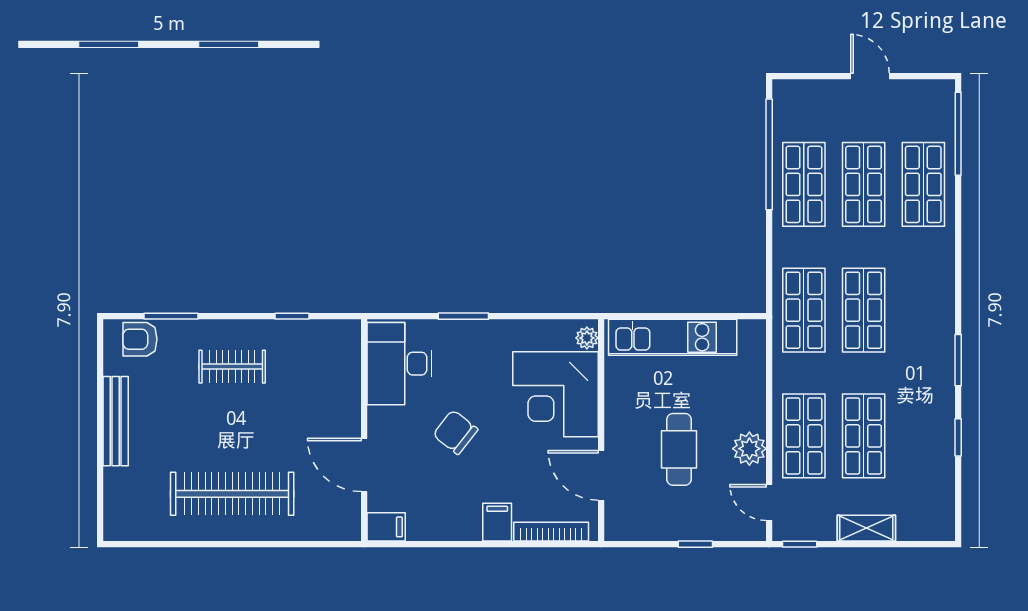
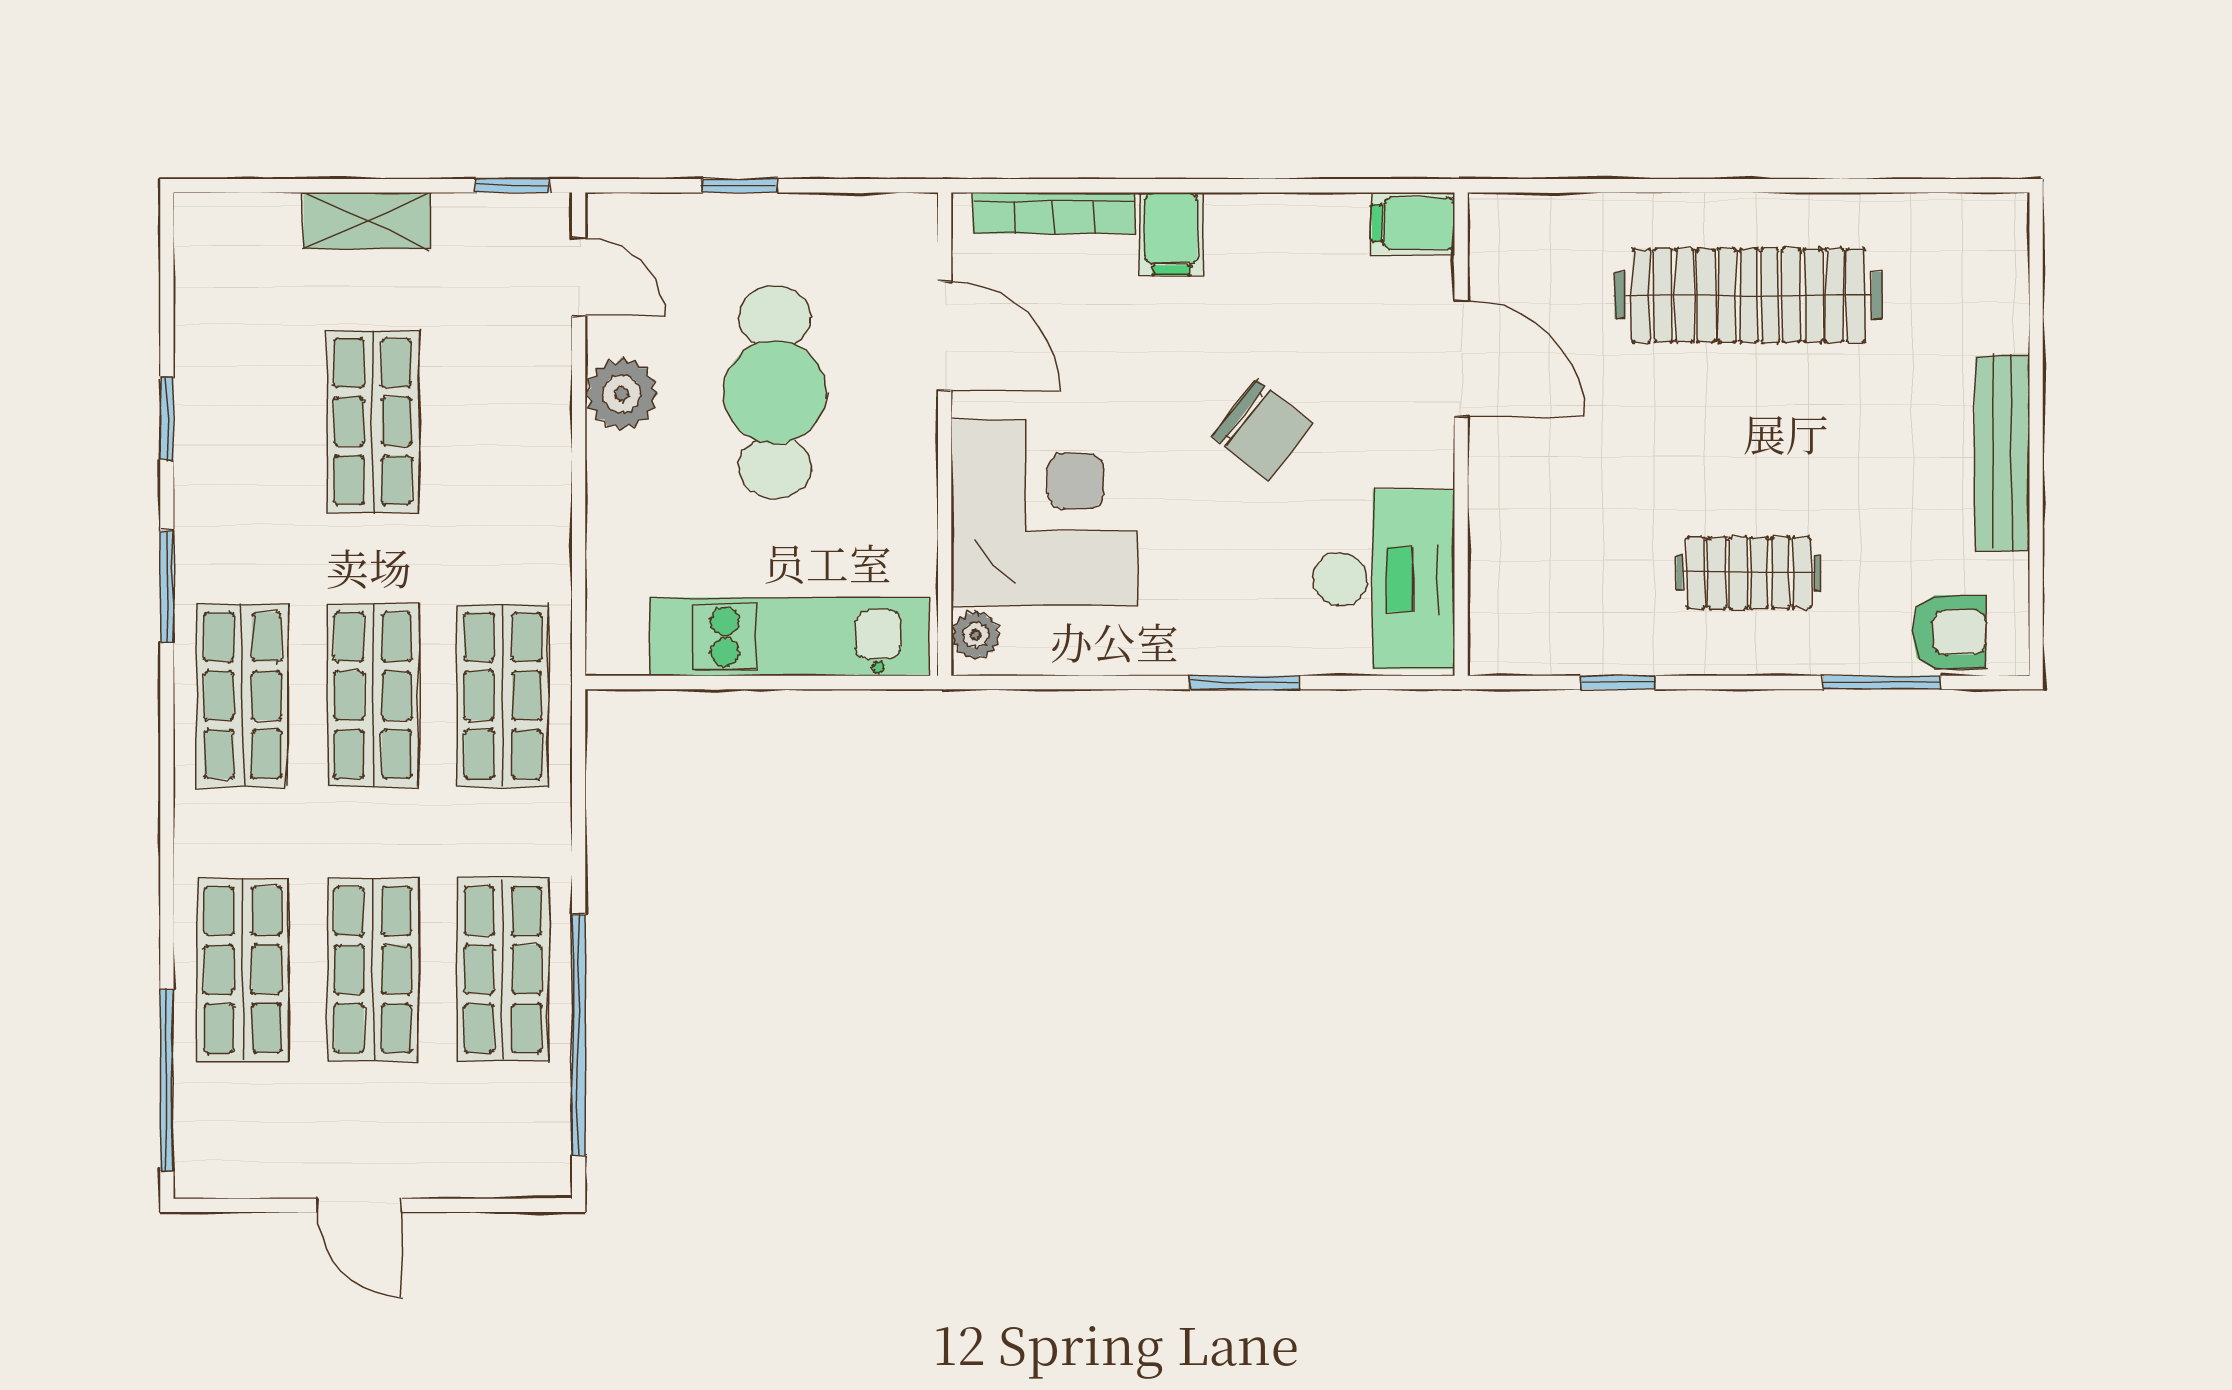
shop shelf: (804, 436) -> (243, 696), moved
cafe table: (679, 449) -> (775, 392), width x1.37, depth x1.35

